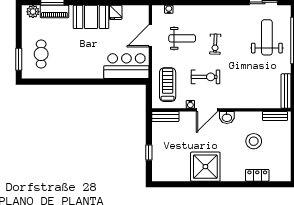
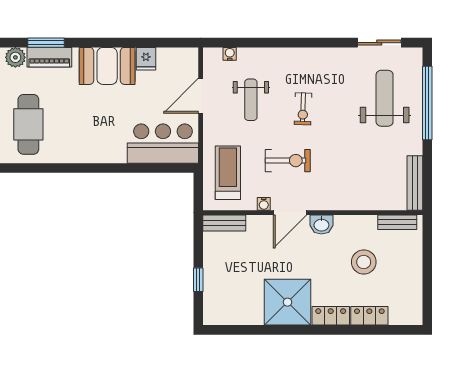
weight bench: (182, 38) -> (251, 100), turned 90
cafe table: (41, 54) -> (28, 124), width x1.37, depth x1.35
locker: (233, 175) -> (331, 316), added

